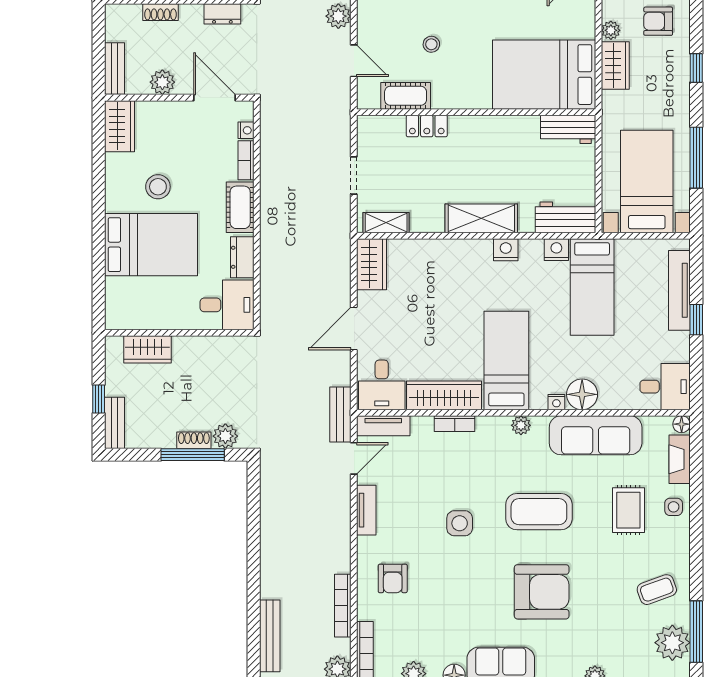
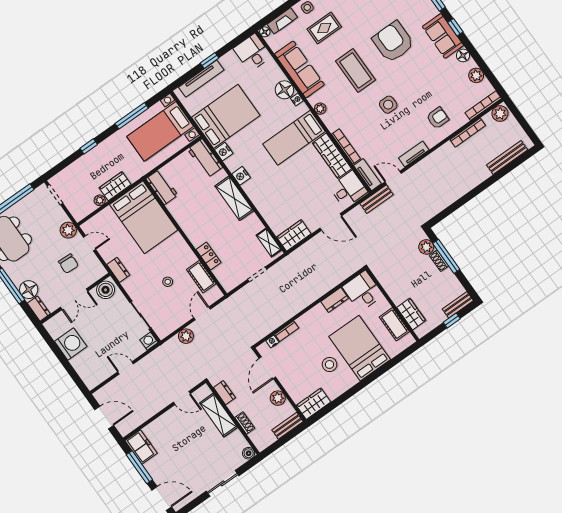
armchair: (658, 21) -> (79, 181), removed
cot: (240, 207) -> (394, 324), moved, turned 90
bed: (592, 287) -> (226, 116), width x1.50
bookcase: (455, 424) -> (346, 147), width x1.56

